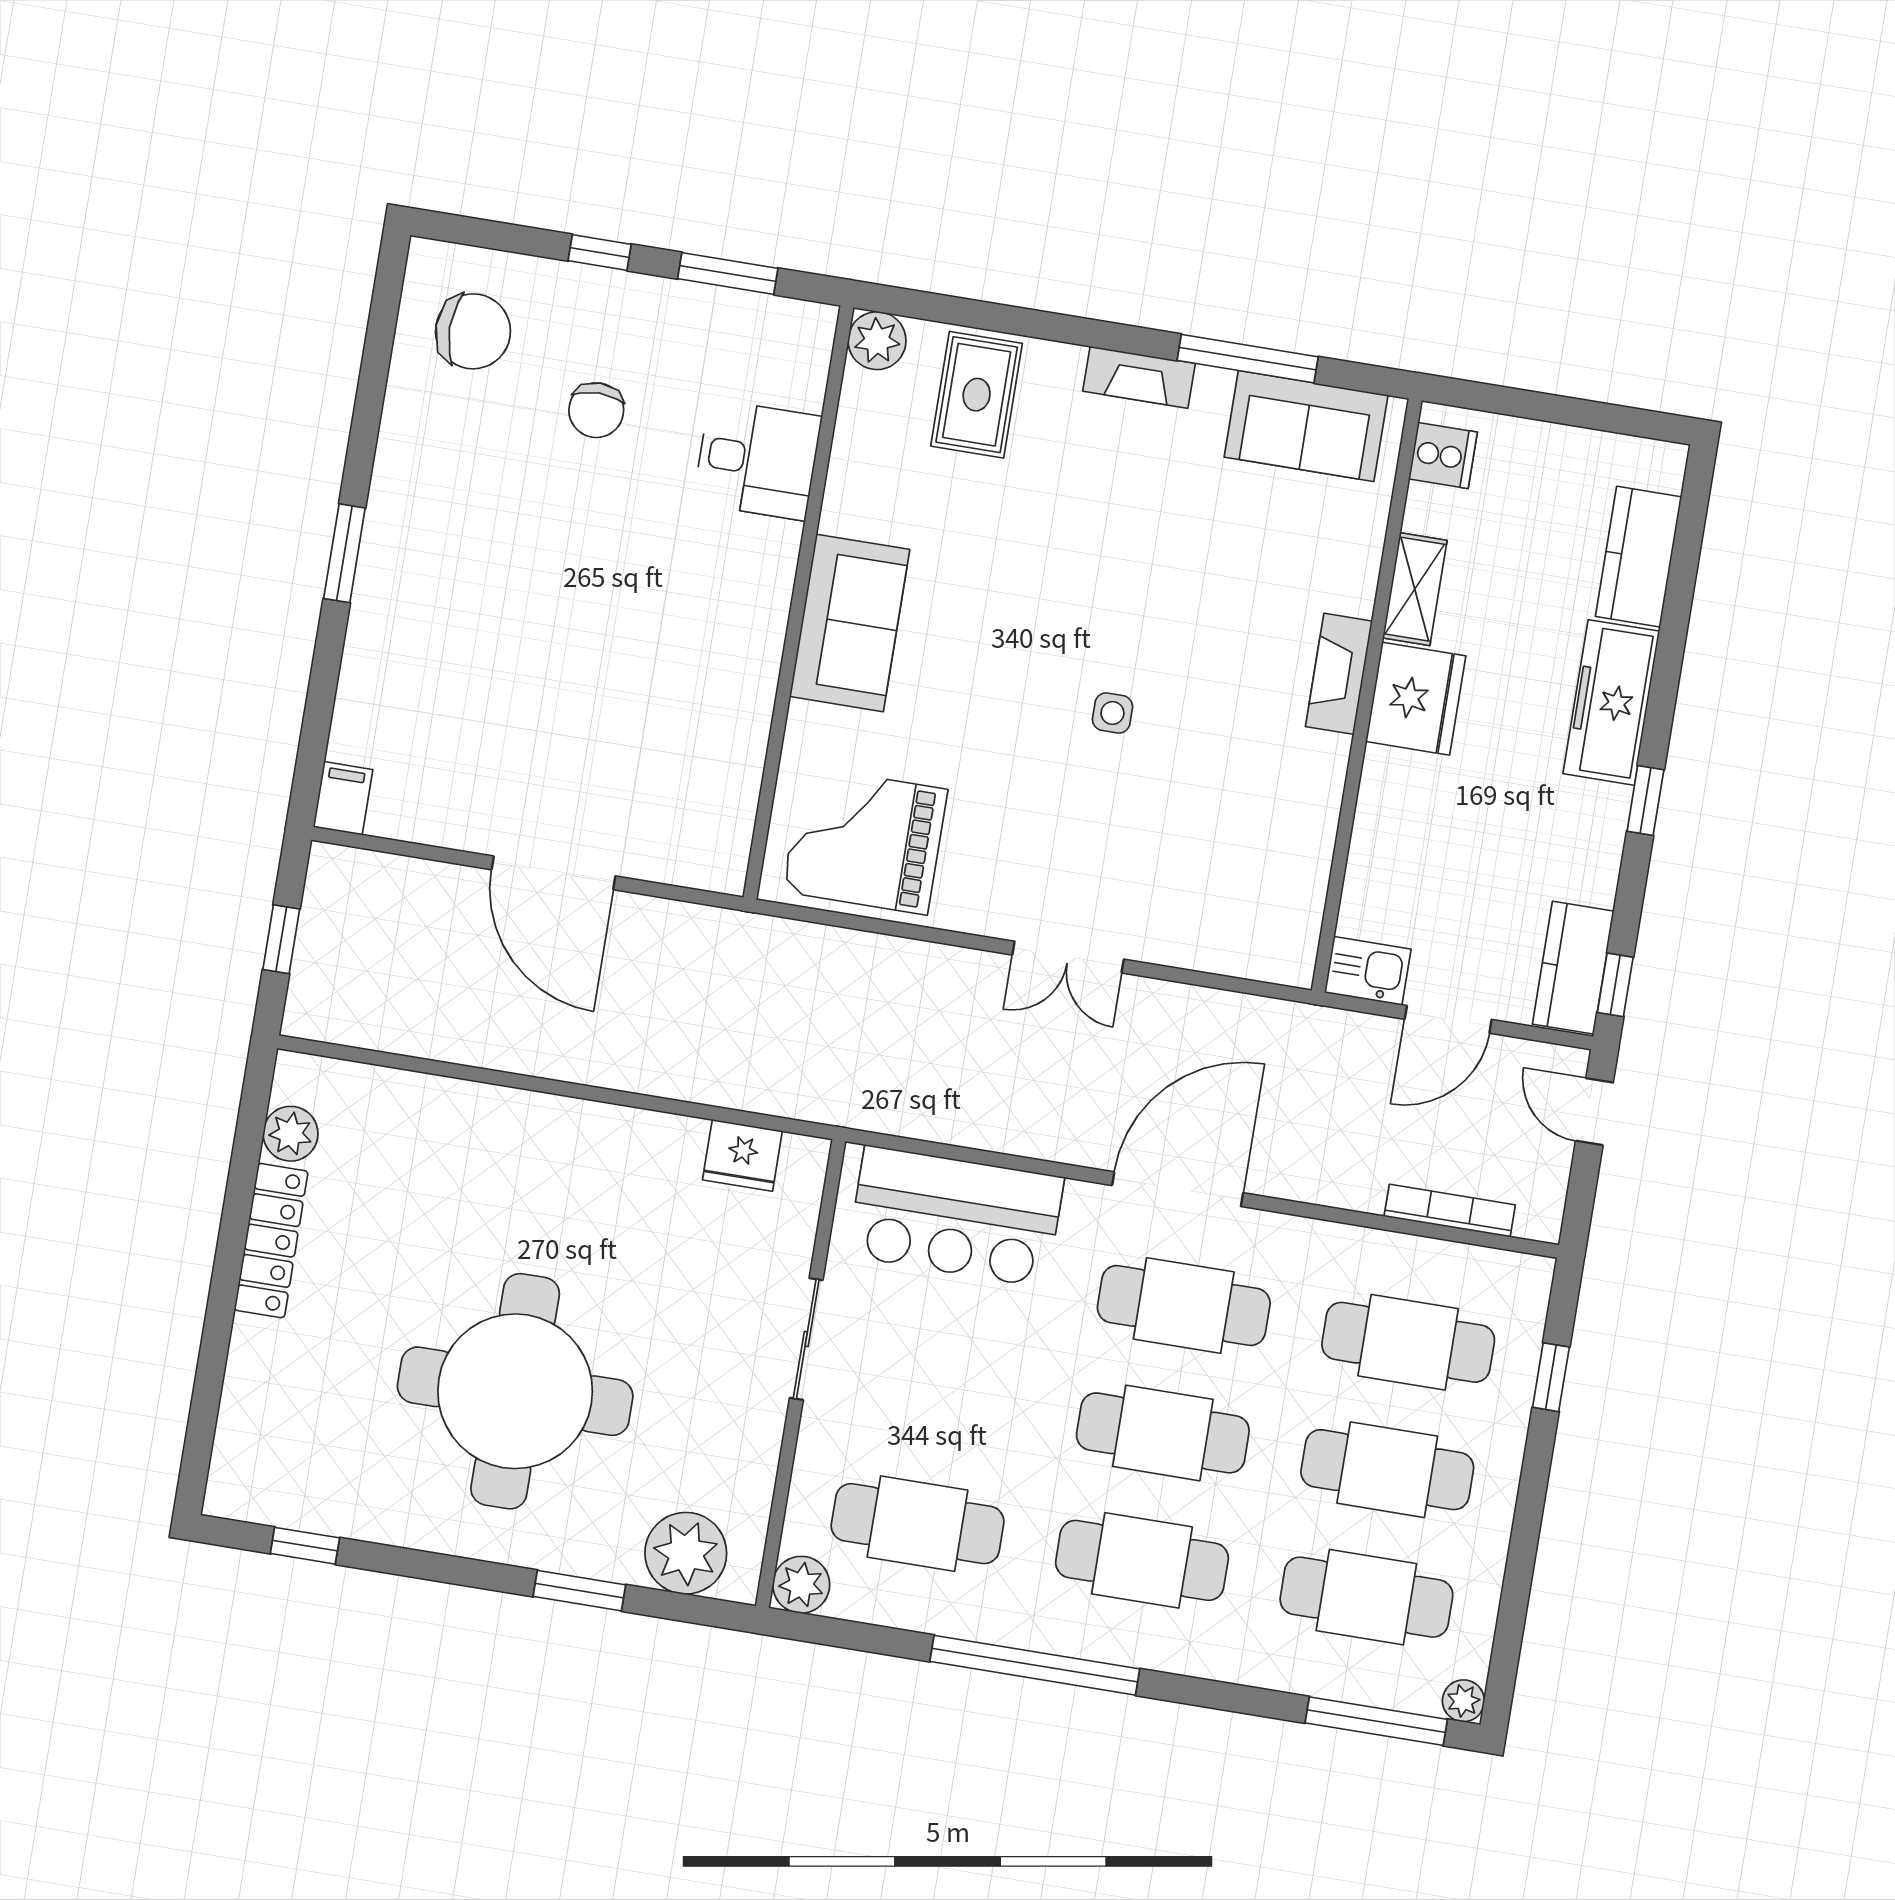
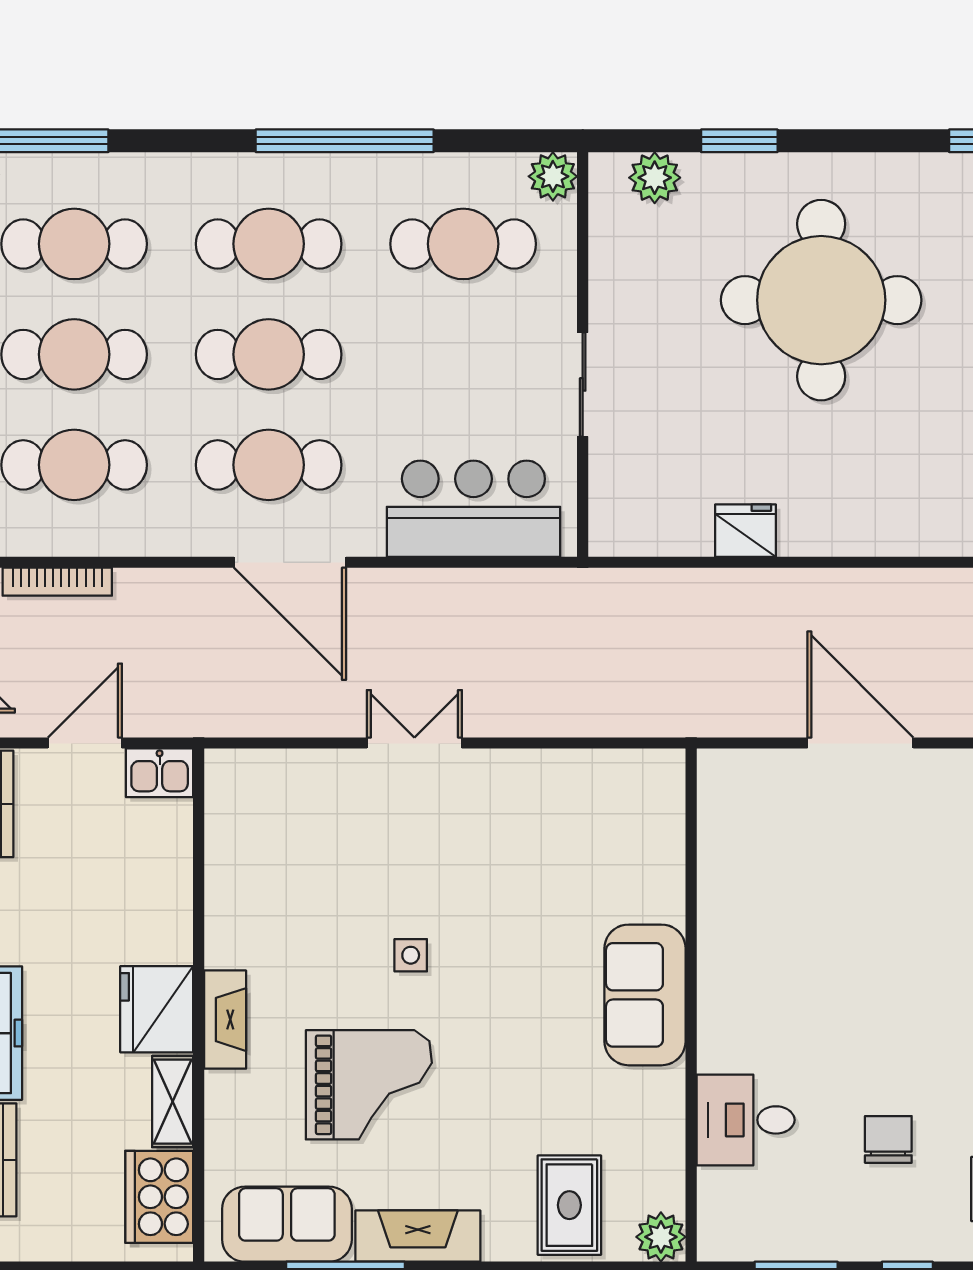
fireplace: (1139, 377) -> (418, 1236), width x1.37, depth x1.32
cooker: (1443, 456) -> (159, 1197), width x1.87, depth x1.31
grand piano: (865, 840) -> (369, 1085), moved
fridge: (742, 1155) -> (745, 531), moved
door: (1178, 1189) -> (290, 562), hinge flipped
plant: (686, 1553) -> (655, 178), width x0.73, depth x0.73

